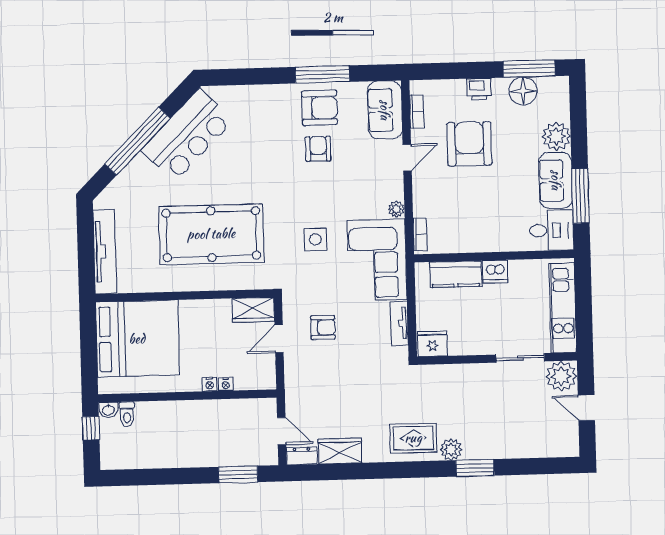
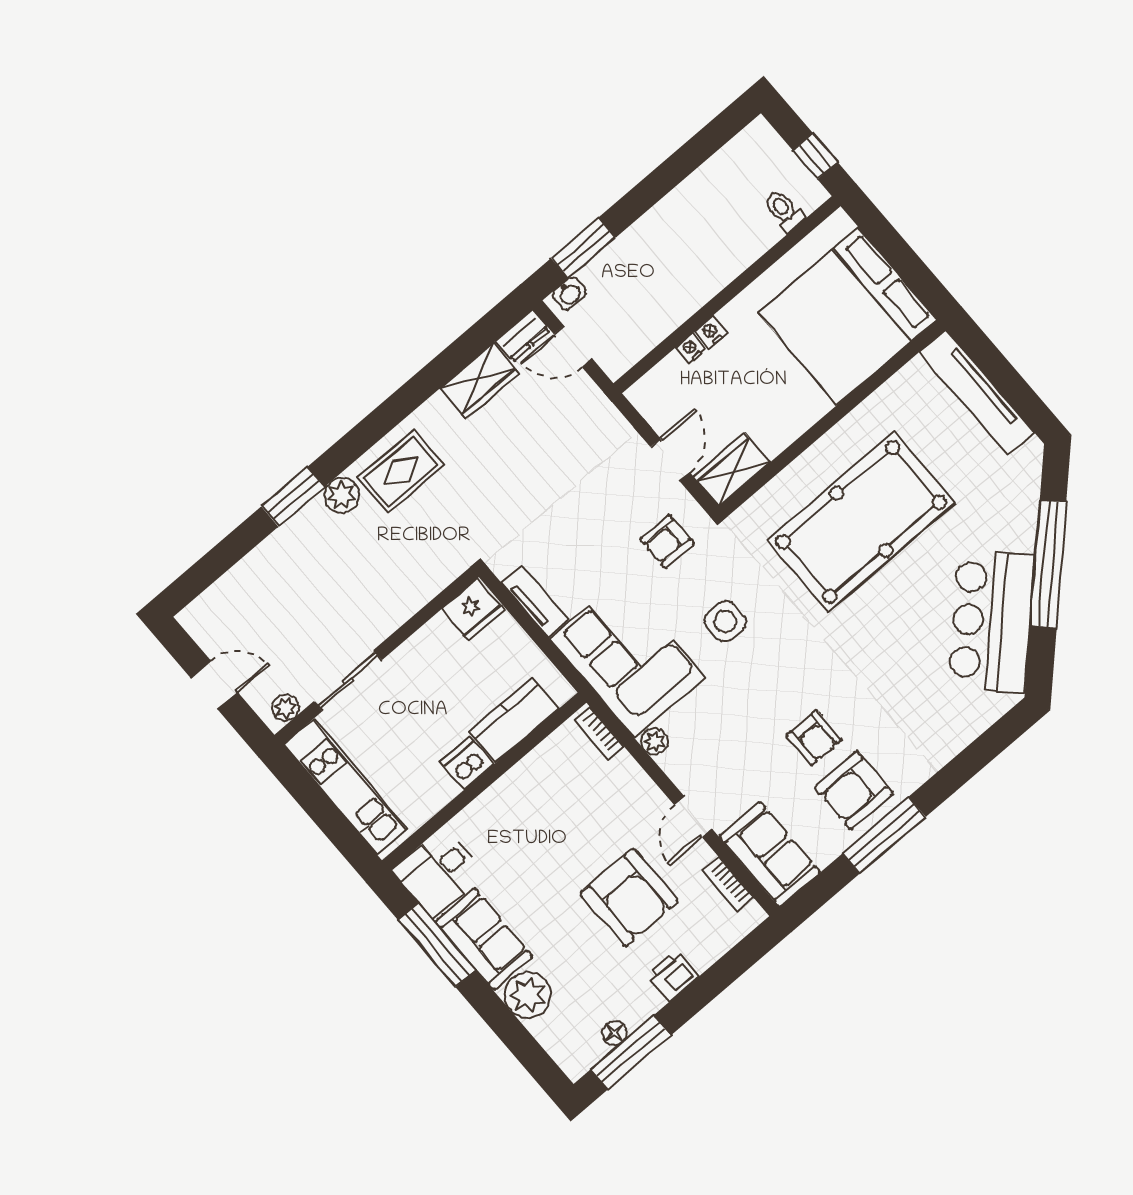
floor lamp: (523, 91) -> (614, 1033), width x0.53, depth x0.53
armchair: (323, 327) -> (667, 541), moved
plant: (561, 376) -> (285, 708), width x0.53, depth x0.53
washbasin: (108, 410) -> (569, 293), moved, turned 180

